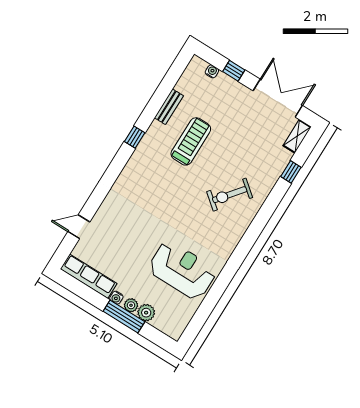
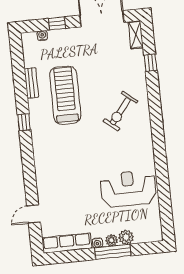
treadmill: (191, 141) -> (65, 95), width x1.37, depth x1.37

